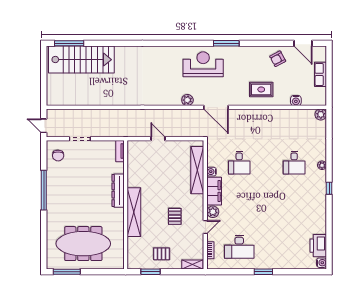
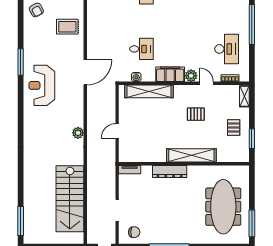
stairs: (81, 60) -> (70, 199), moved, turned 180
rug: (261, 89) -> (67, 27), turned 90
plant: (187, 100) -> (78, 133), moved
water cooler: (211, 172) -> (136, 77), moved
window: (263, 272) -> (252, 25), width x2.11

